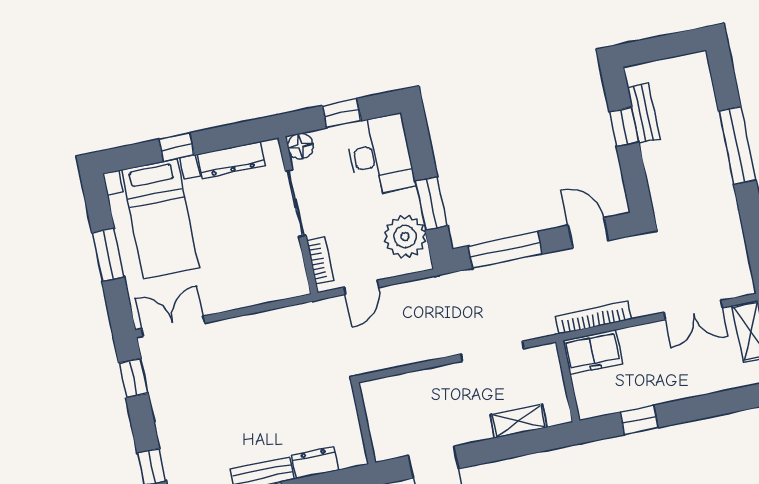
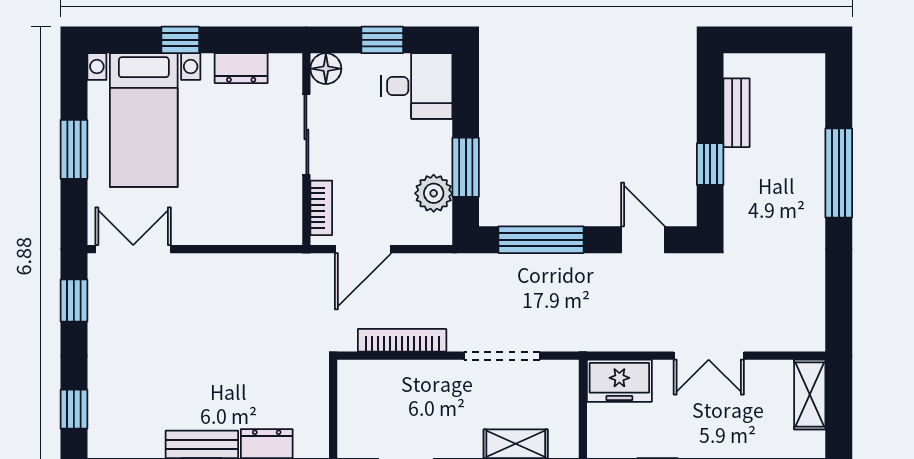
window: (624, 127) -> (710, 164), moved
desk: (380, 155) -> (417, 86), width x0.73
dresser: (231, 160) -> (241, 68), width x0.70
plant: (405, 237) -> (434, 193), width x0.73, depth x0.73
door: (361, 287) -> (363, 249), width x1.38
double door: (693, 310) -> (709, 356), moved
bookcase: (593, 318) -> (402, 340), moved

